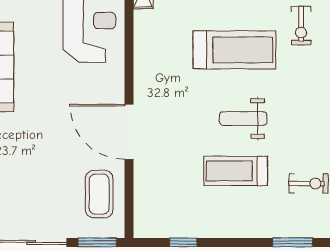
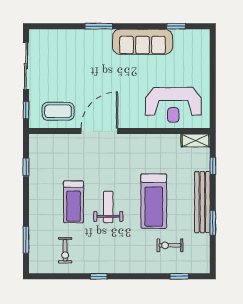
treadmill: (236, 171) -> (73, 202), turned 180
window: (97, 242) -> (26, 110), width x0.67

